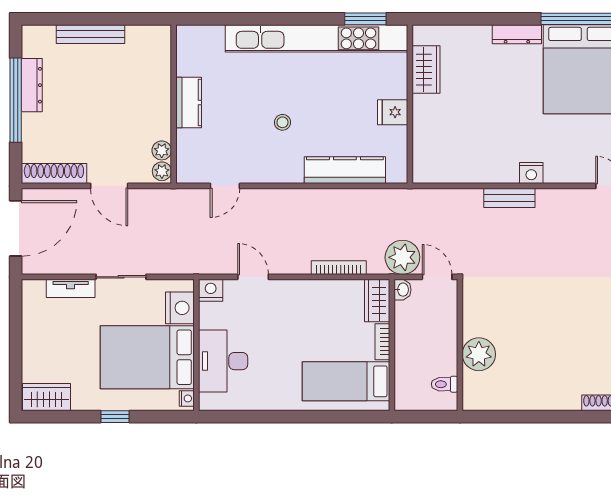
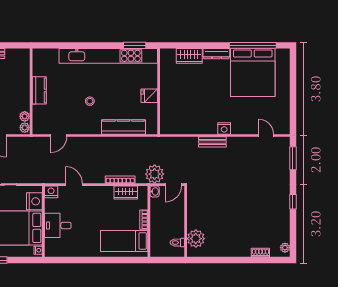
wardrobe: (426, 70) -> (189, 56), moved, turned 90
door: (437, 277) -> (173, 185), swing flipped
wardrobe: (377, 300) -> (126, 192), moved, turned -90
plant: (479, 354) -> (196, 239), moved
desk: (223, 361) -> (58, 225), width x0.73

